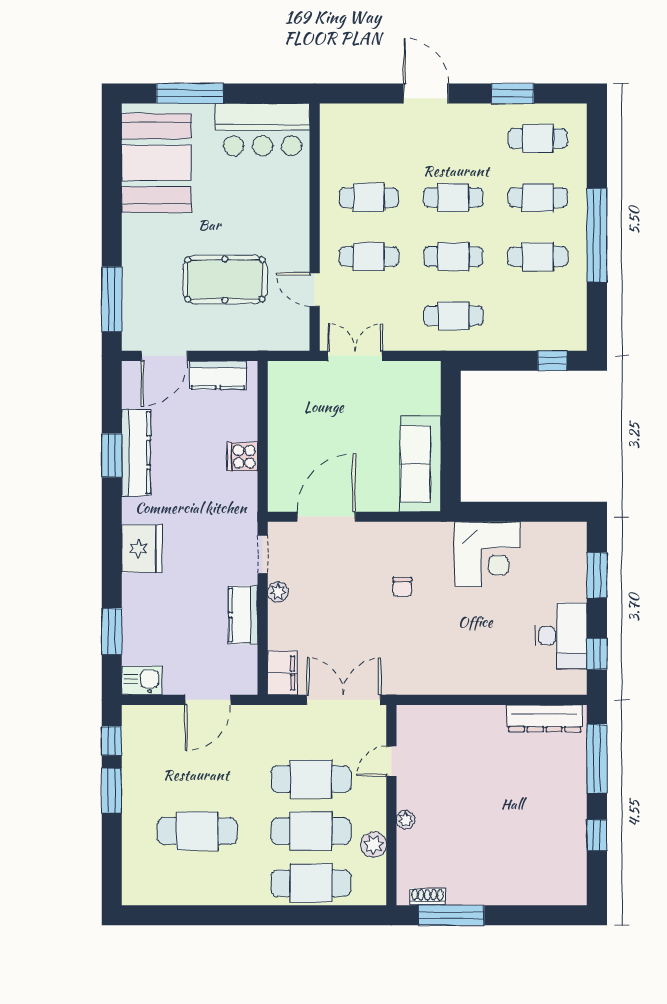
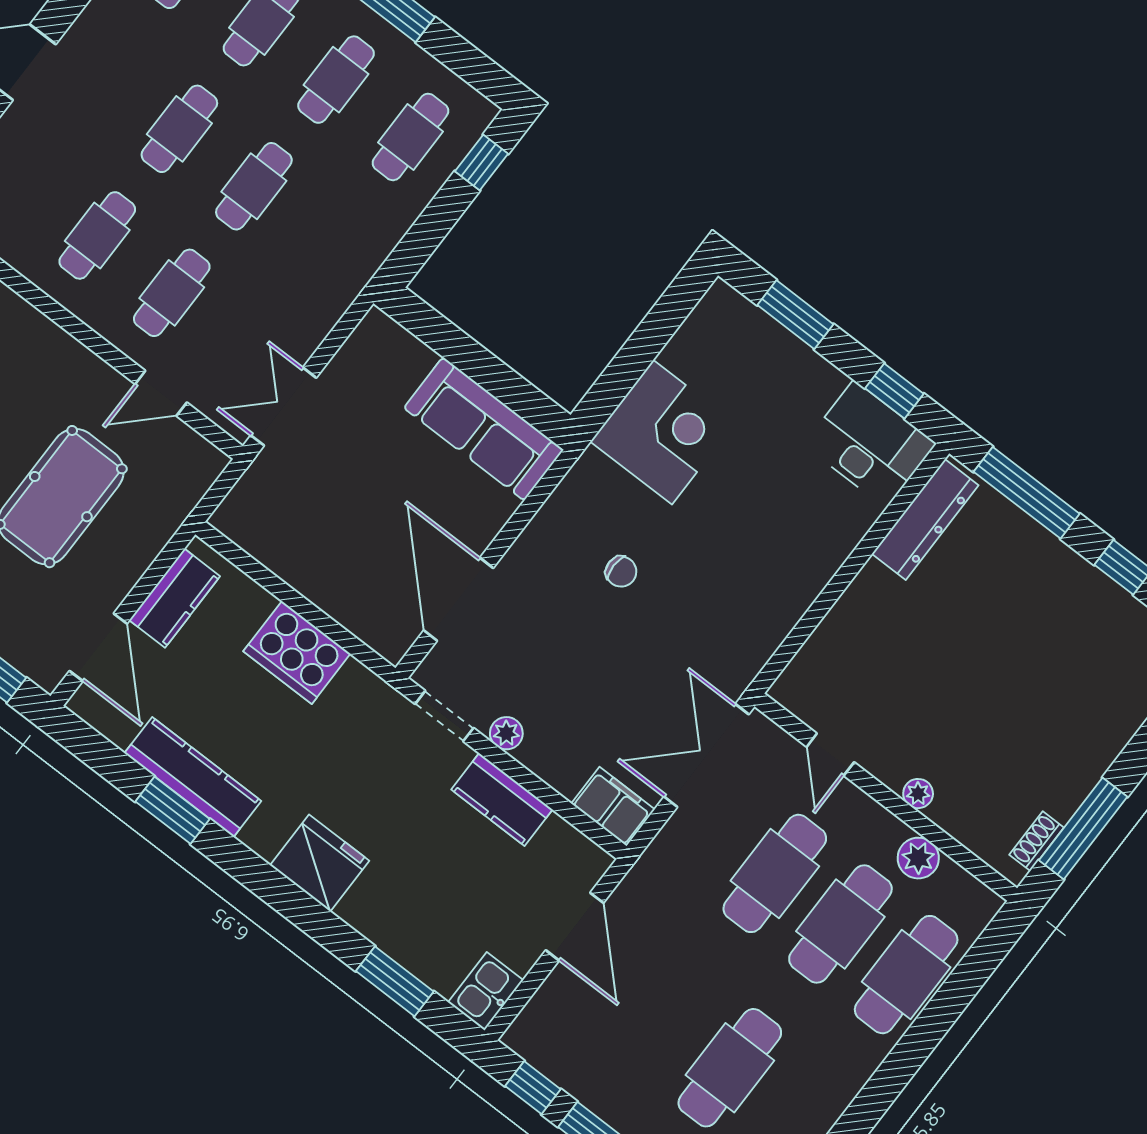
cafe table: (453, 316) -> (411, 137), moved
cooker: (242, 457) -> (297, 653), width x1.87, depth x1.31
desk: (561, 636) -> (870, 444), moved

